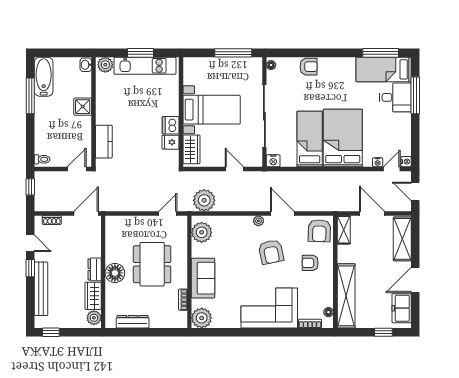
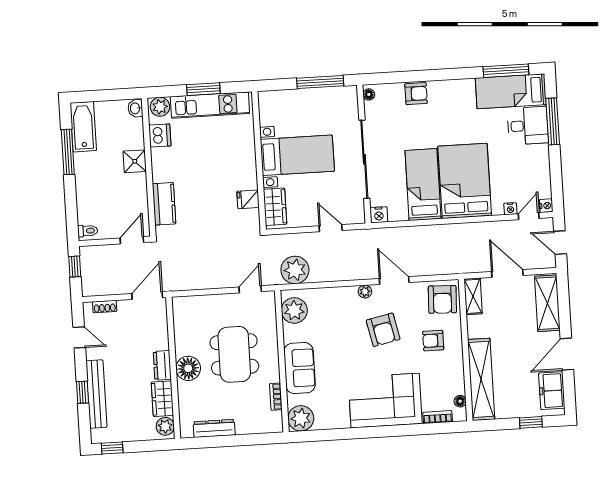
dishwasher: (171, 125) -> (160, 135), moved, turned 180
window: (30, 268) -> (83, 392), moved

